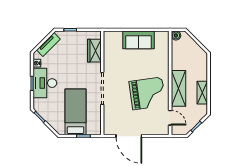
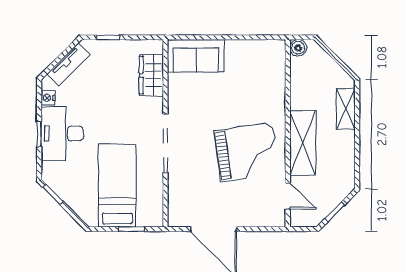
sofa: (138, 40) -> (196, 56), moved
shelving: (202, 93) -> (346, 109), moved

